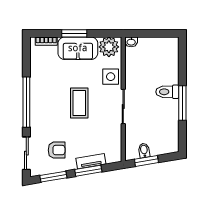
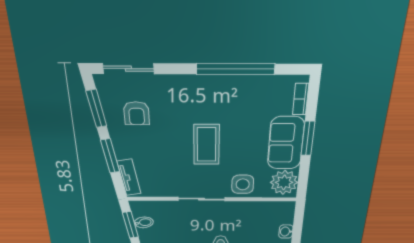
washbasin: (131, 42) -> (286, 232), moved
window: (26, 102) -> (236, 69), moved
coffee table: (79, 103) -> (207, 145), turned 90
tv unit: (91, 161) -> (129, 177), moved

